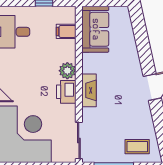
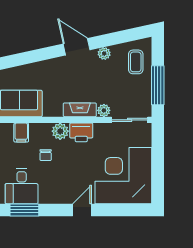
chair: (43, 56) -> (46, 155), added
plant: (88, 115) -> (104, 110), added
plant: (146, 115) -> (104, 53), added

